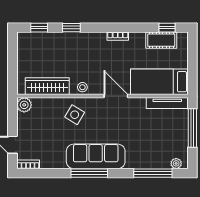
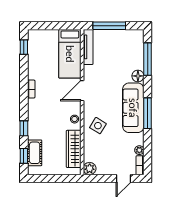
cot: (161, 40) -> (35, 153), moved
floor lamp: (133, 162) -> (138, 76), added
plant: (176, 163) -> (139, 150), moved

